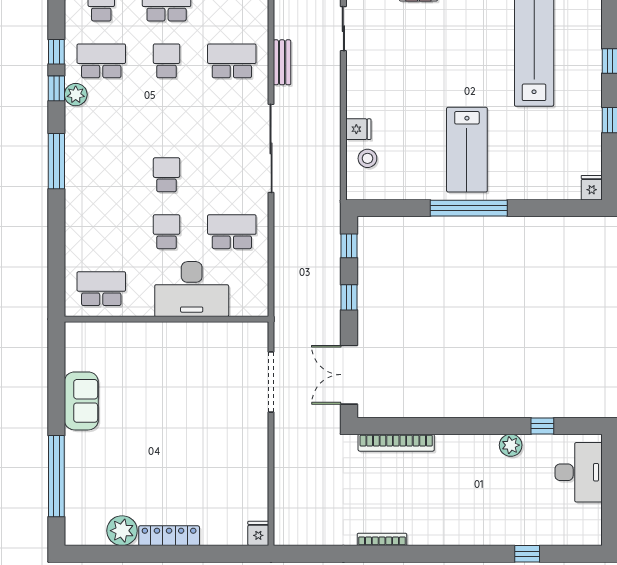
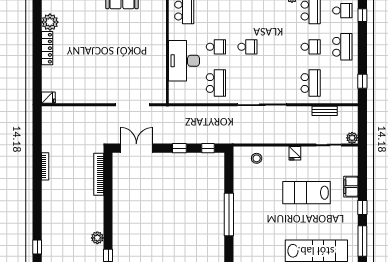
bench: (282, 62) -> (325, 111), moved
fridge: (358, 129) -> (295, 153), moved
lab bench: (467, 150) -> (307, 193), moved

